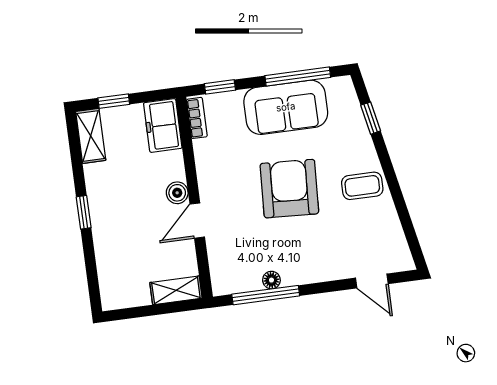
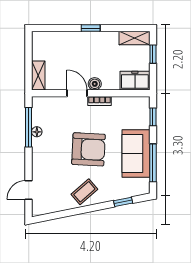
bookcase: (197, 118) -> (100, 101), moved
coffee table: (362, 186) -> (84, 192), turned 49

